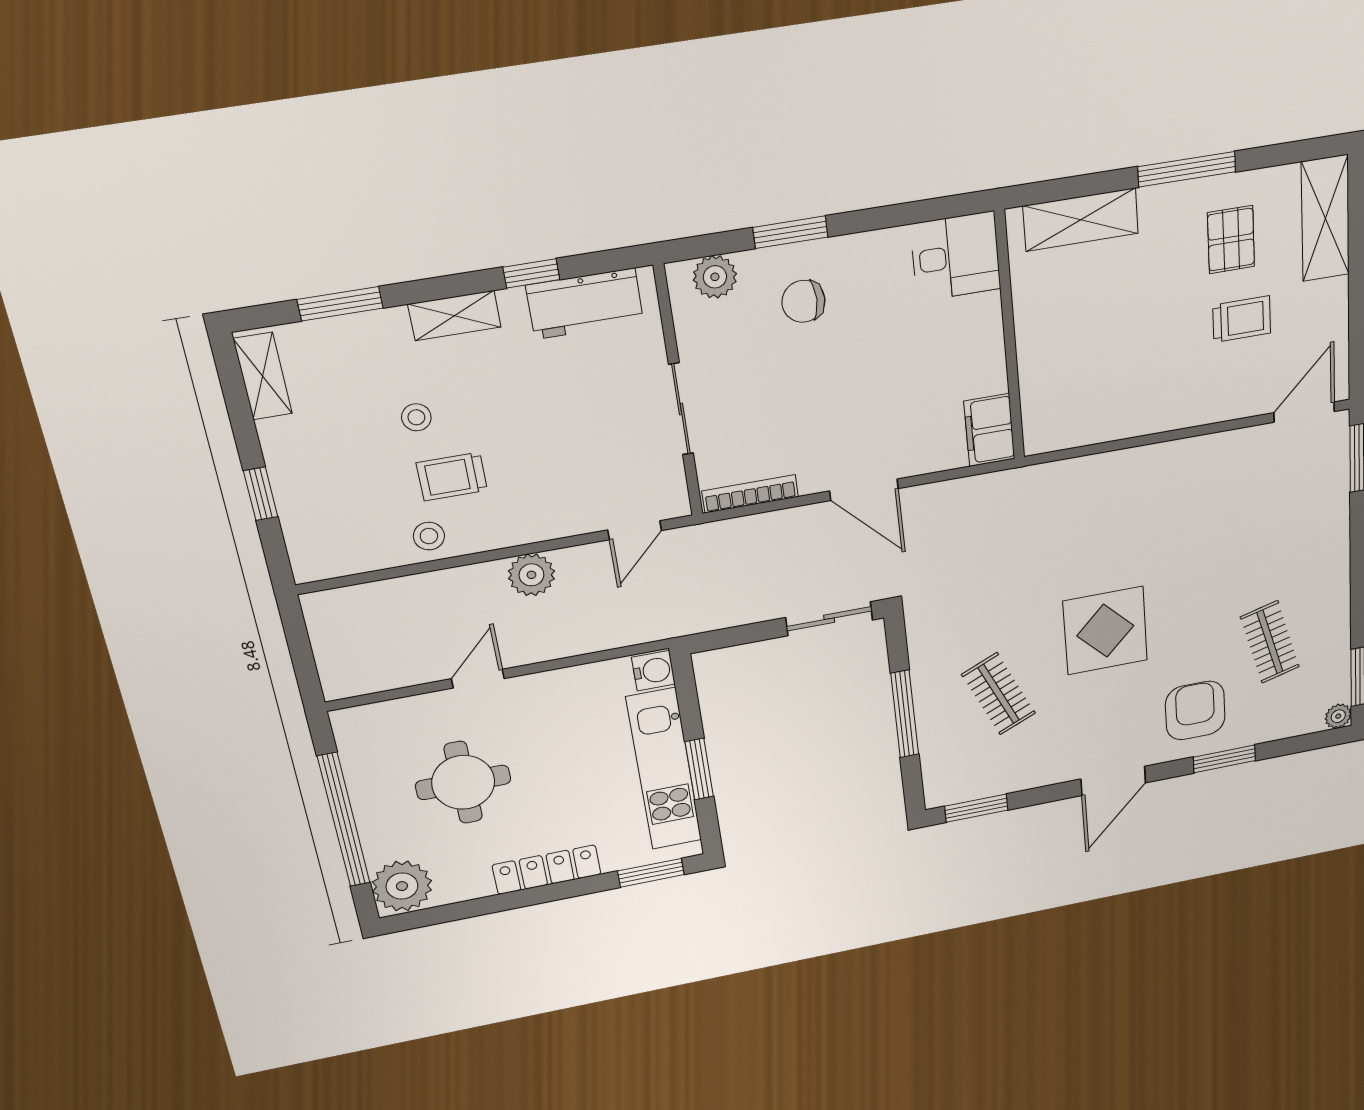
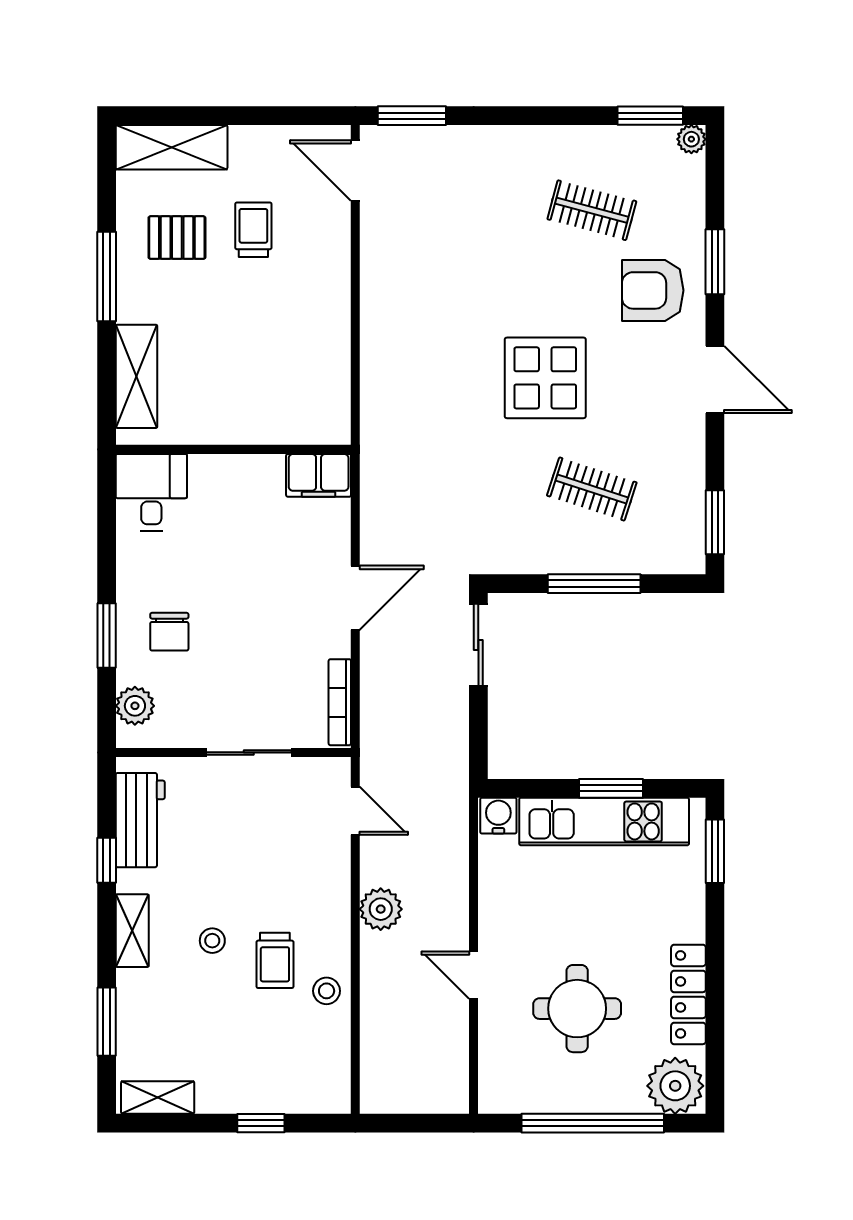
stool: (416, 417) -> (212, 941), moved
clothes rail: (1270, 642) -> (592, 210), turned 30
clothes rail: (999, 694) -> (592, 489), turned 42
locker: (547, 870) -> (688, 994), moved

